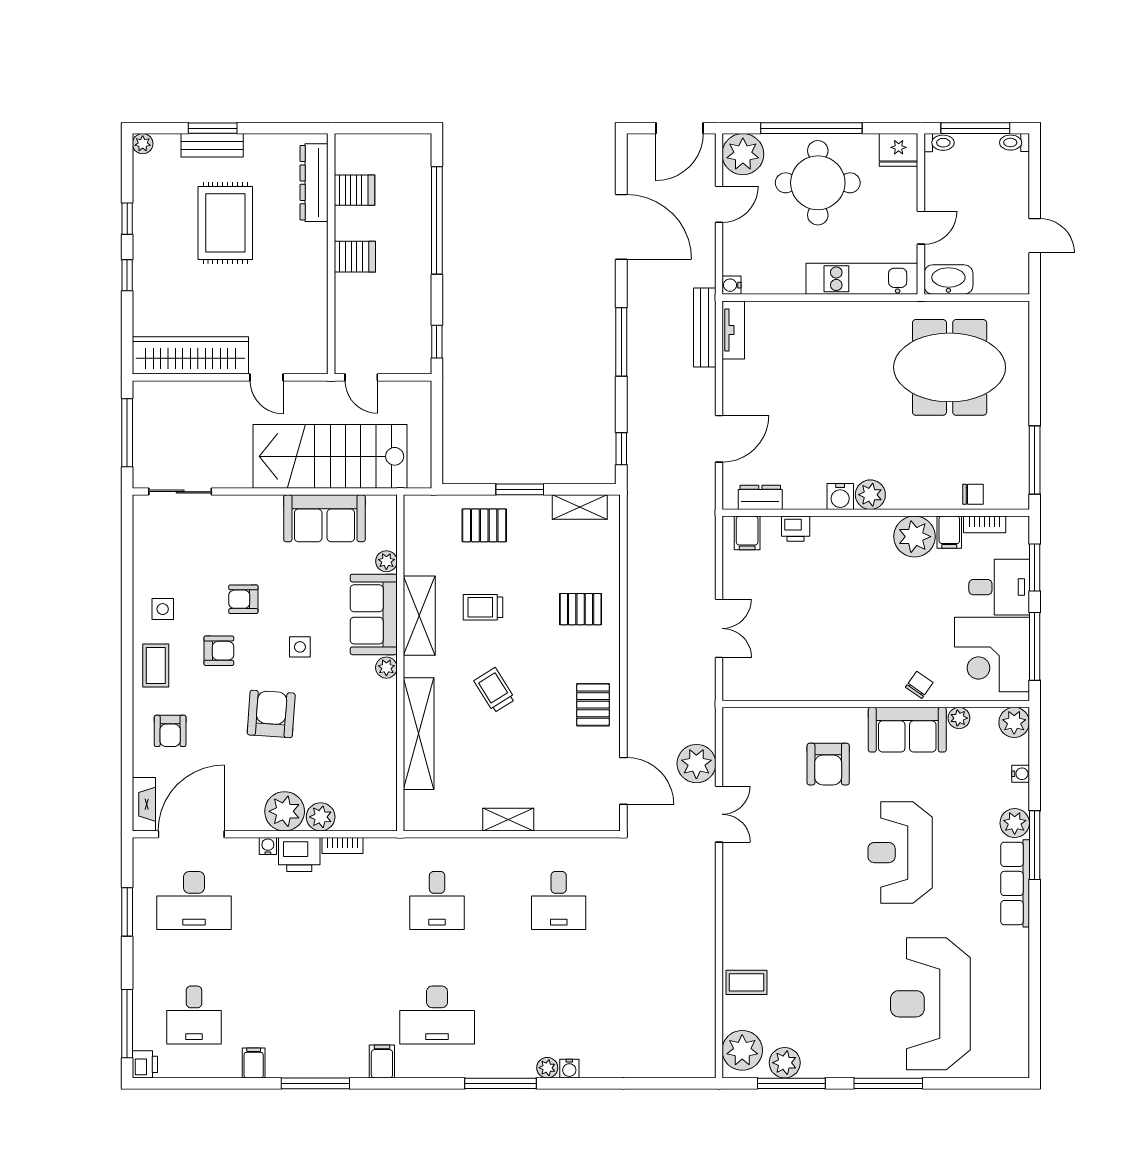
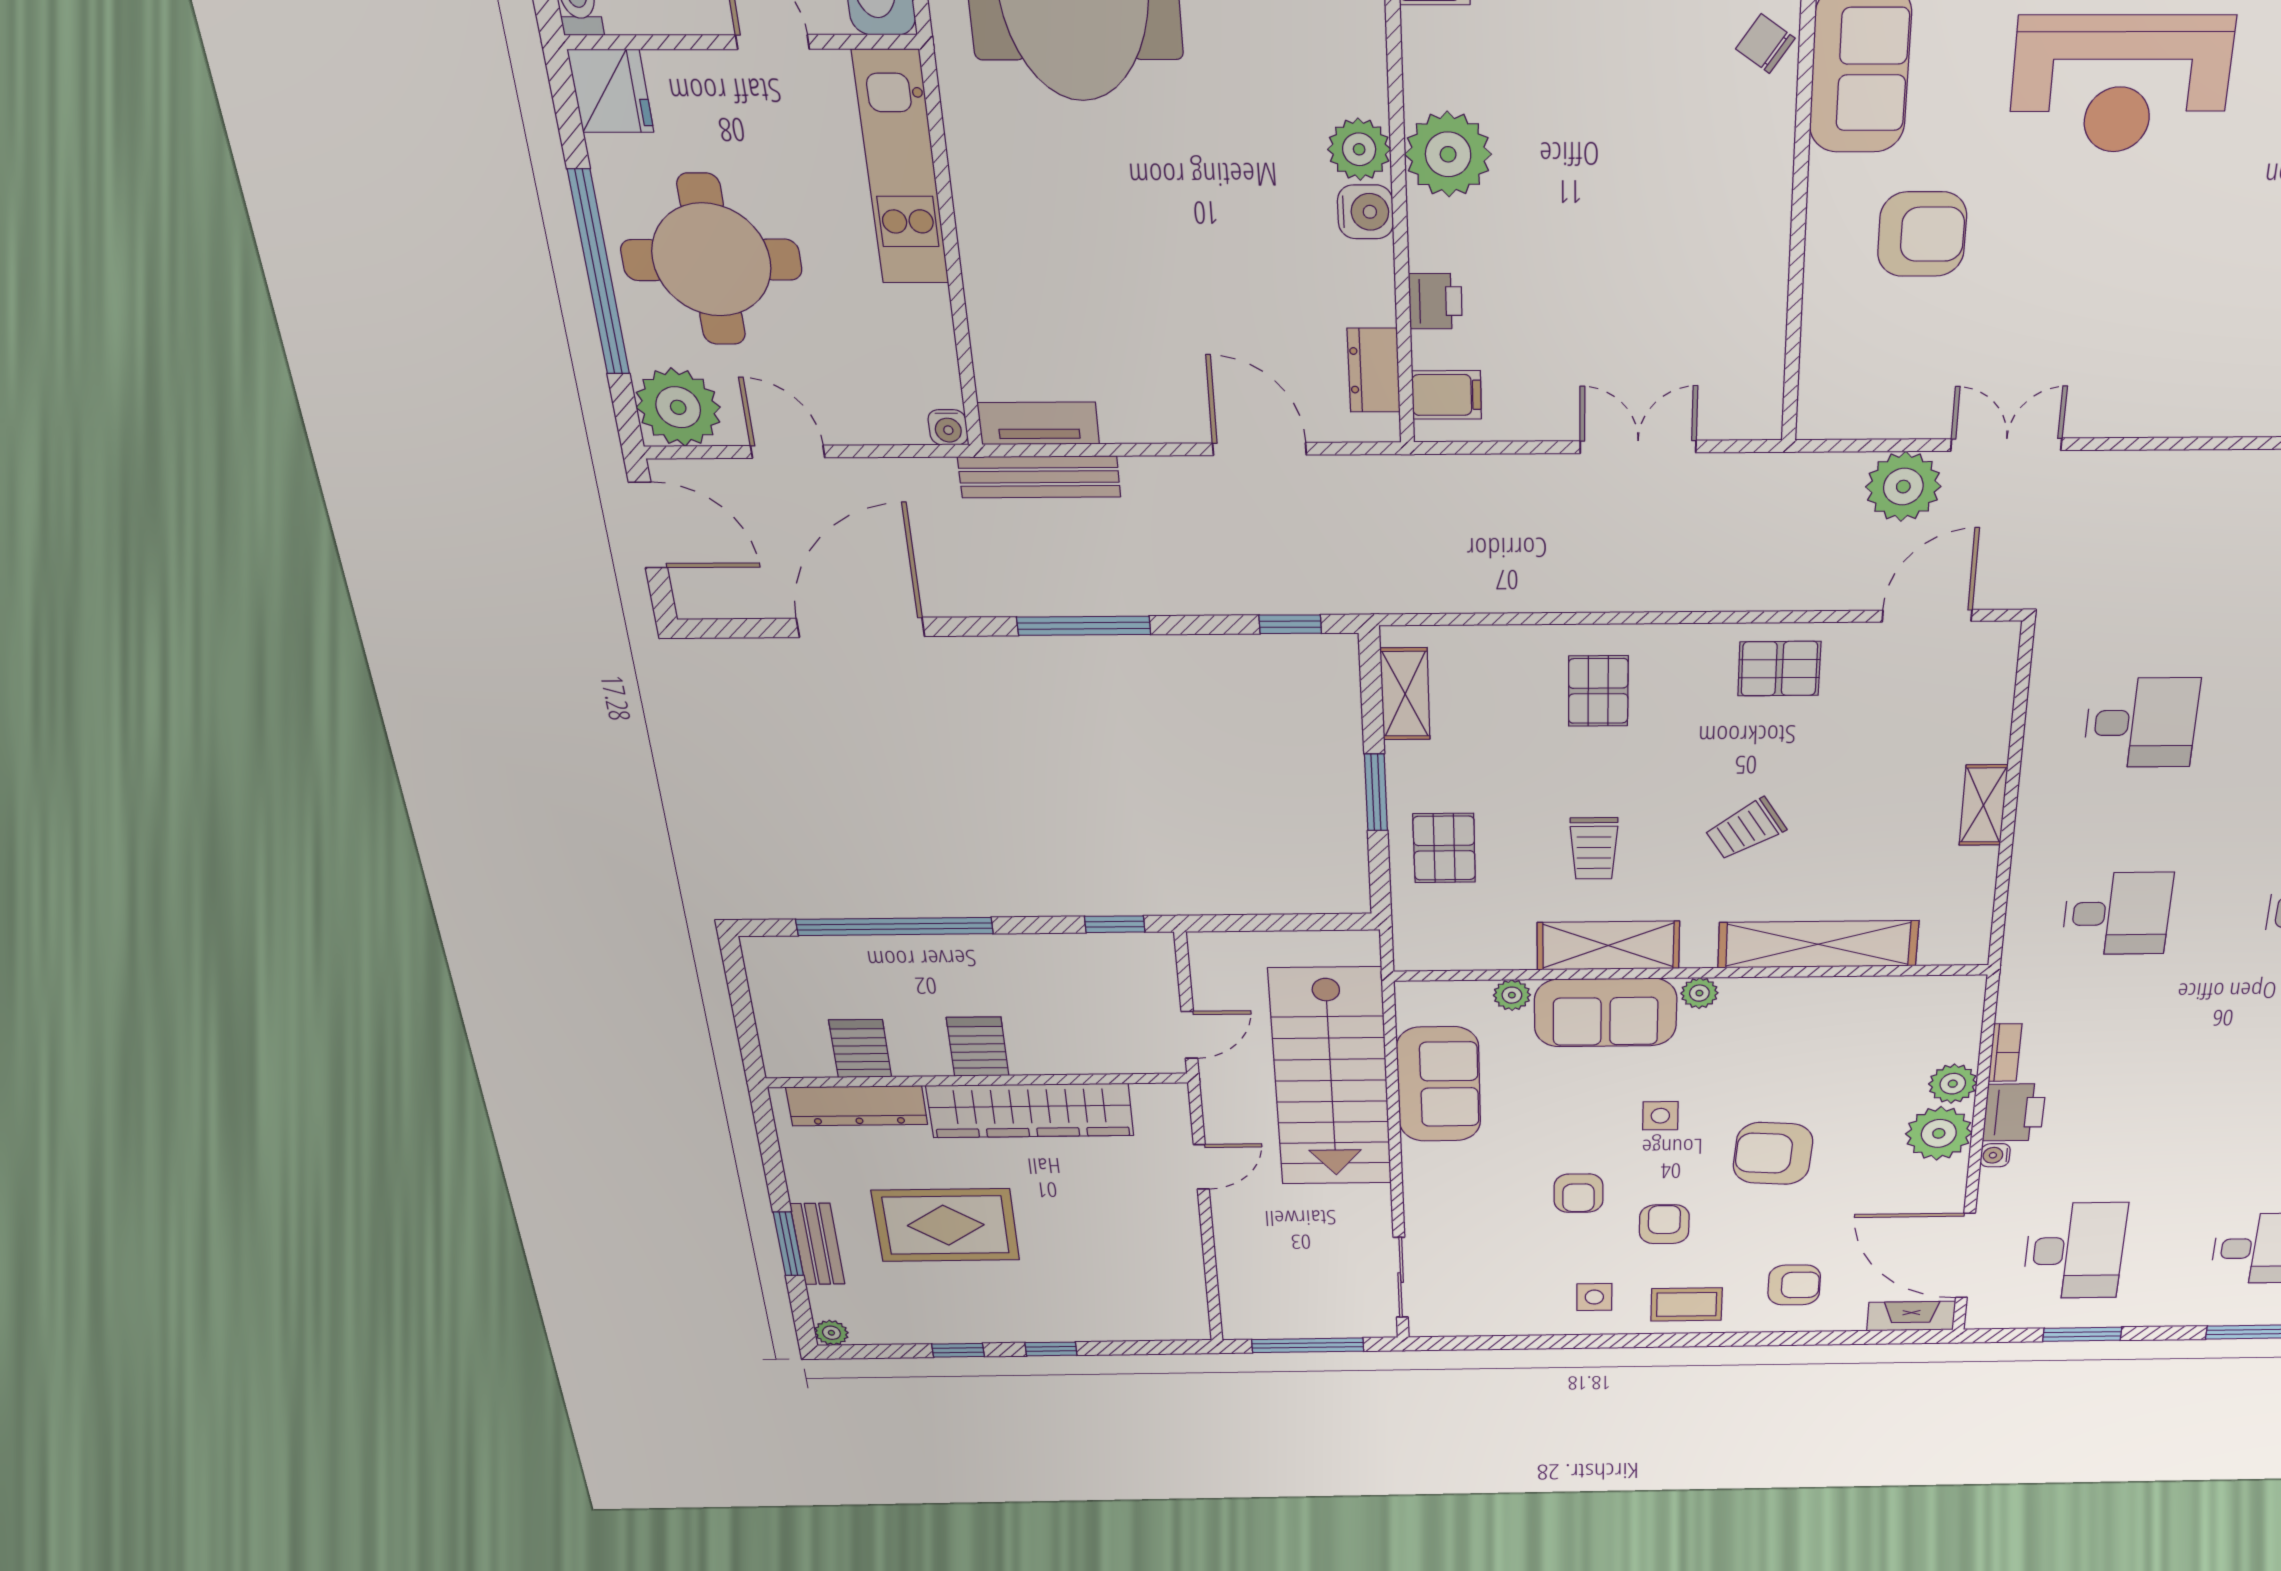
wardrobe: (190, 355) -> (1030, 1111), moved, turned -90
plant: (915, 537) -> (1448, 154), moved

